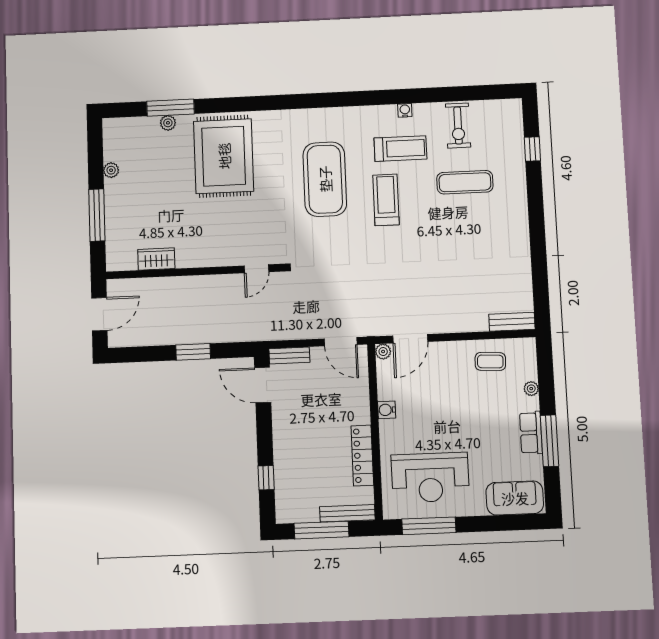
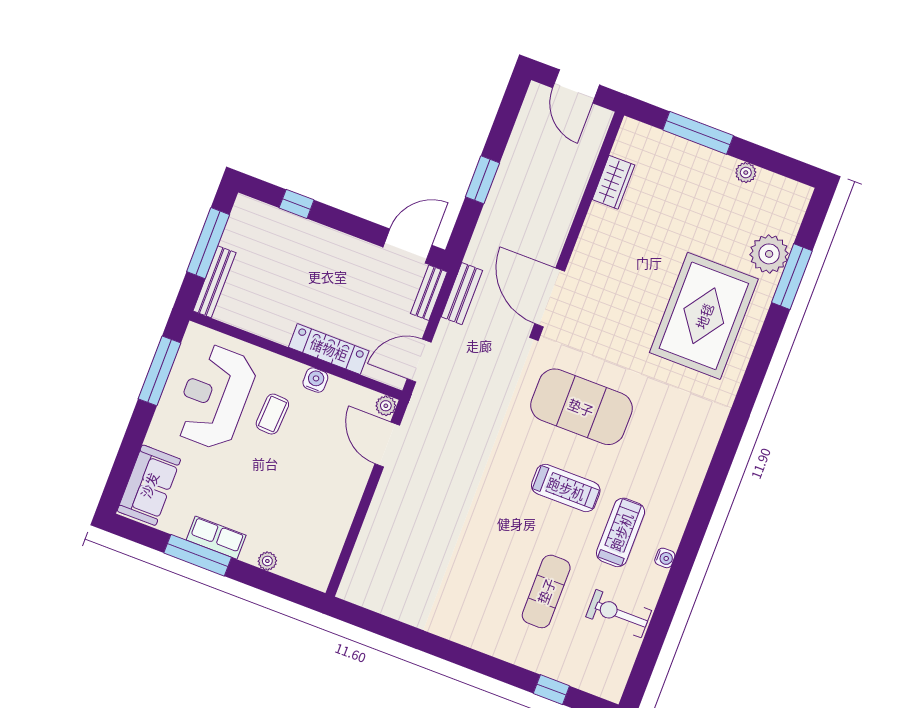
plant: (168, 123) -> (769, 254), width x1.87, depth x1.87
treadmill: (400, 149) -> (621, 532), turned 180
rug: (224, 156) -> (704, 316), turned 90
exercise mat: (325, 179) -> (581, 407), moved
door: (256, 269) -> (550, 297), width x1.88
bench: (512, 322) -> (462, 294), moved
coffee table: (490, 361) -> (272, 414), moved
locker: (362, 456) -> (329, 349), moved

